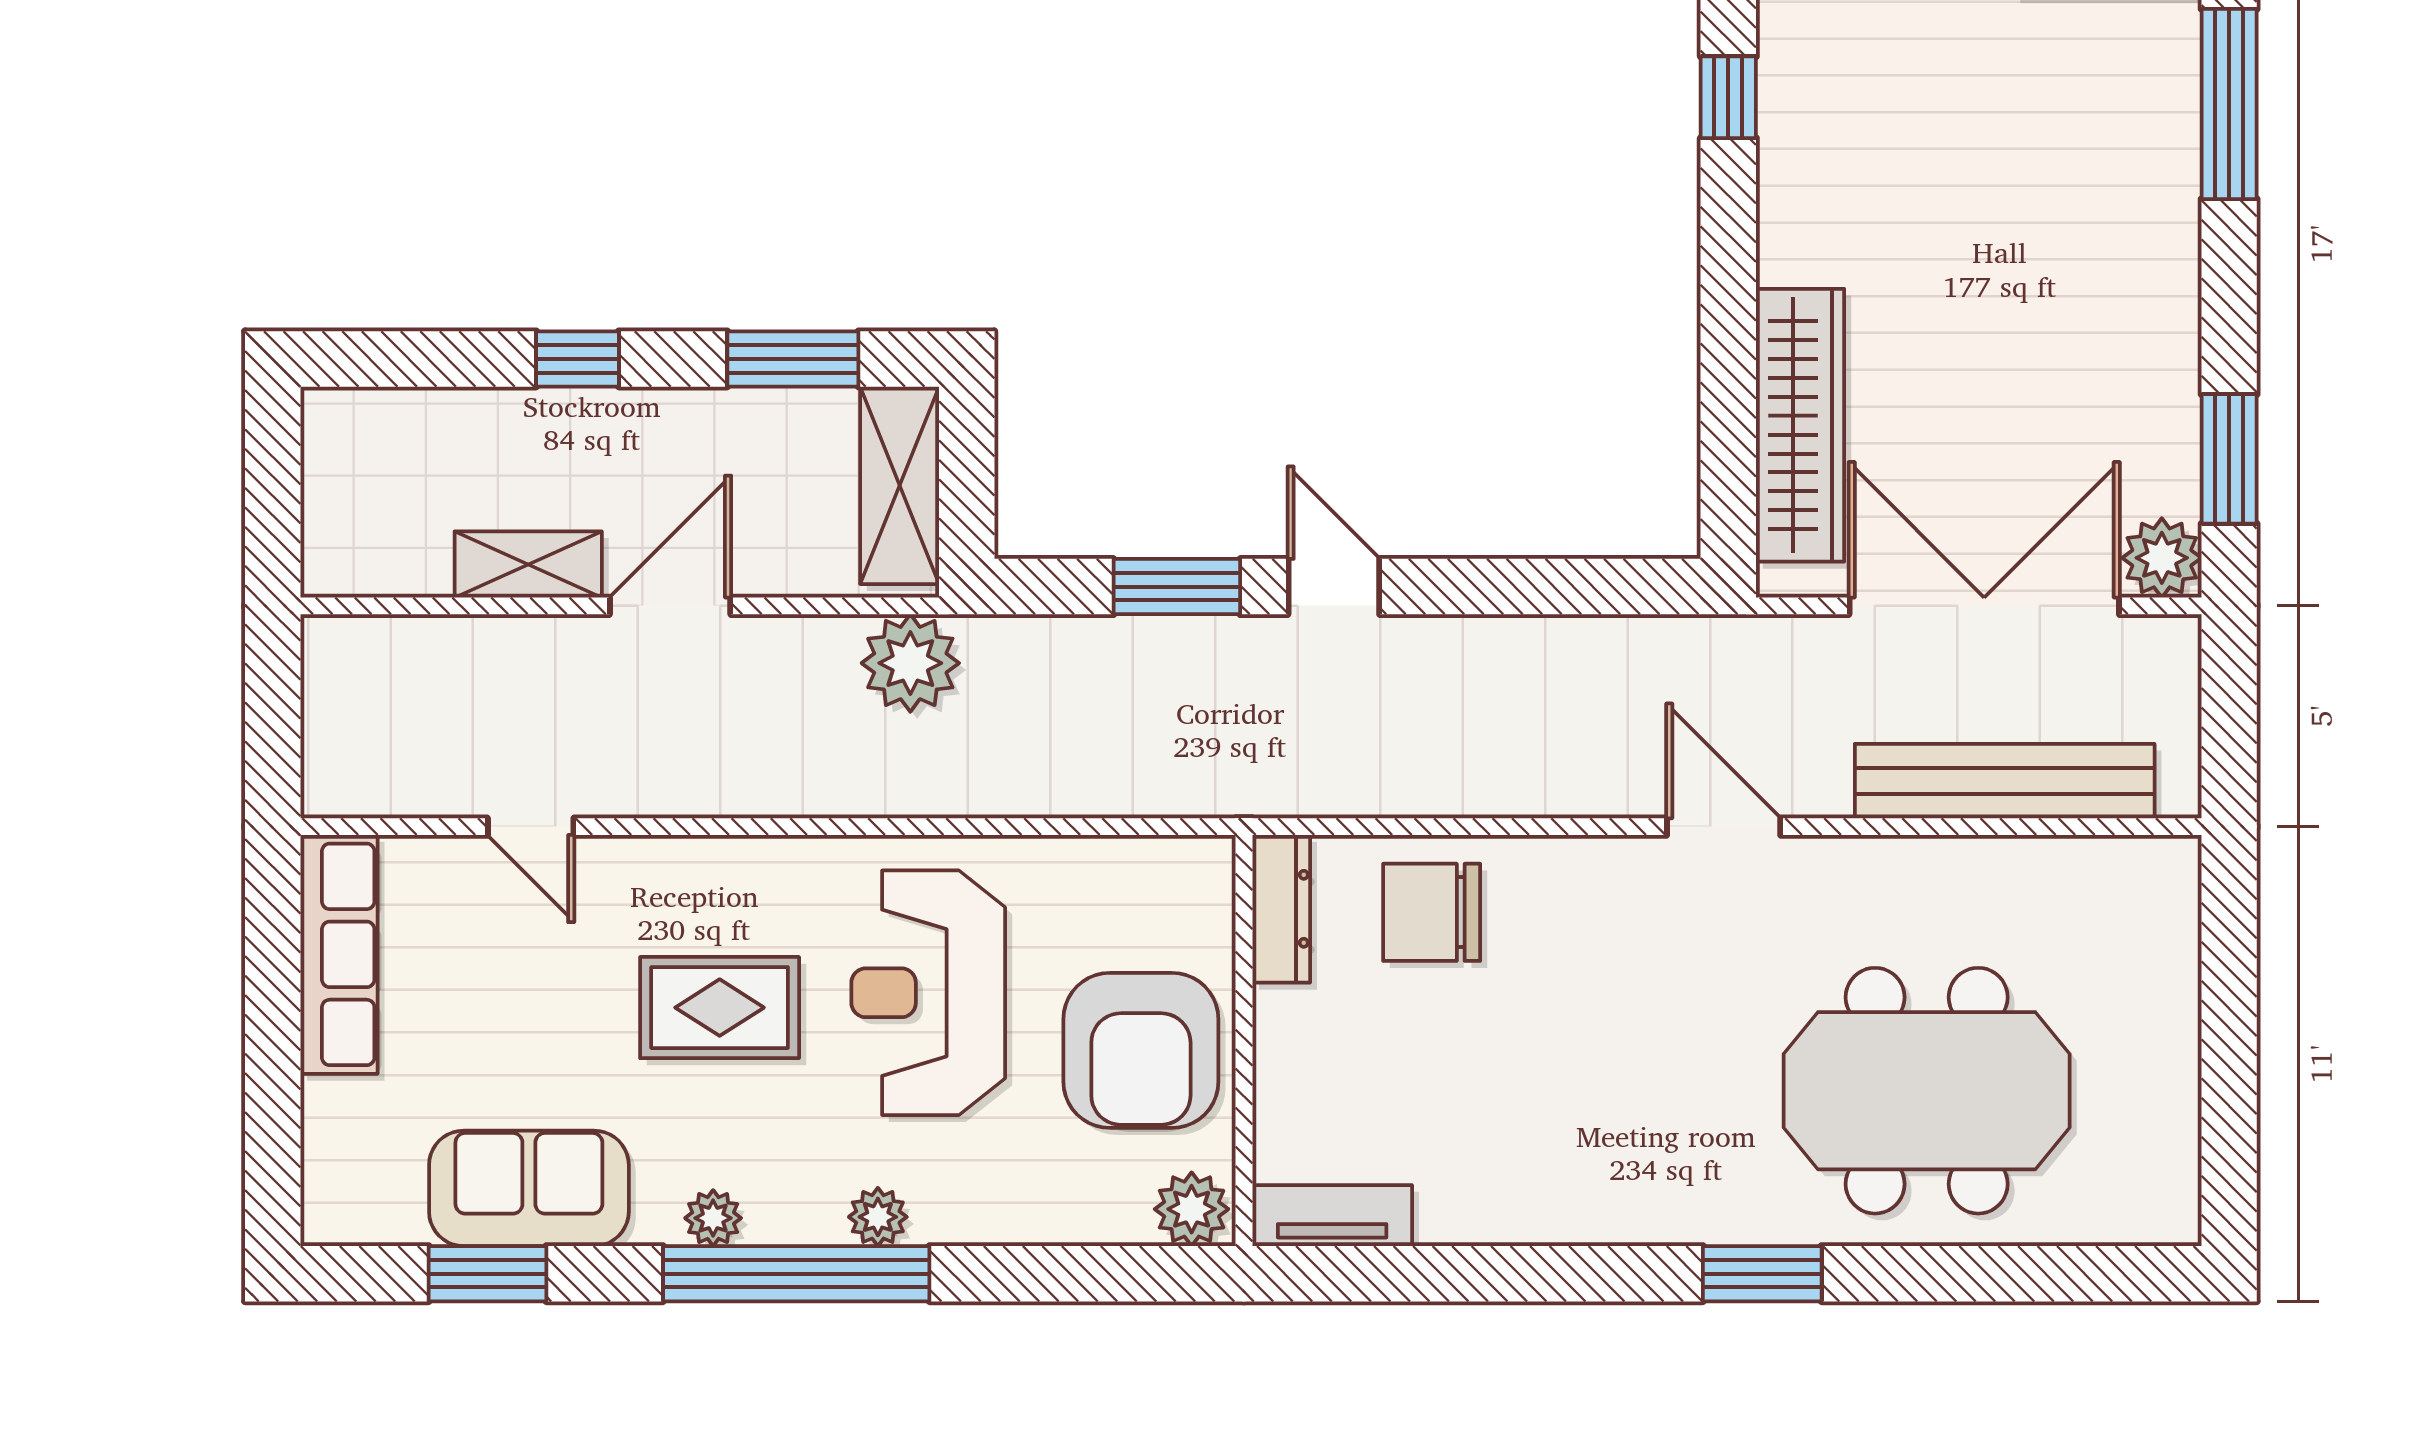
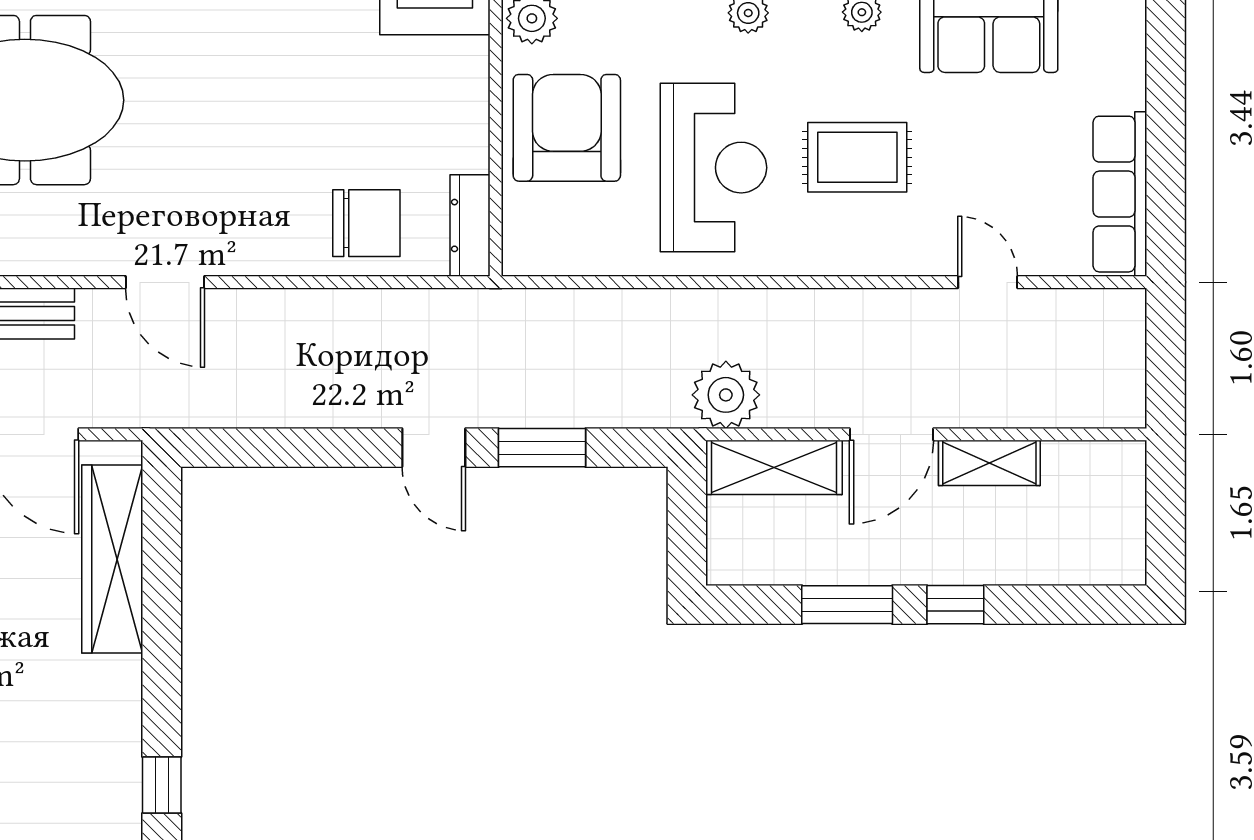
window: (793, 359) -> (847, 605), moved
shelving: (900, 485) -> (774, 467), moved, turned 90

